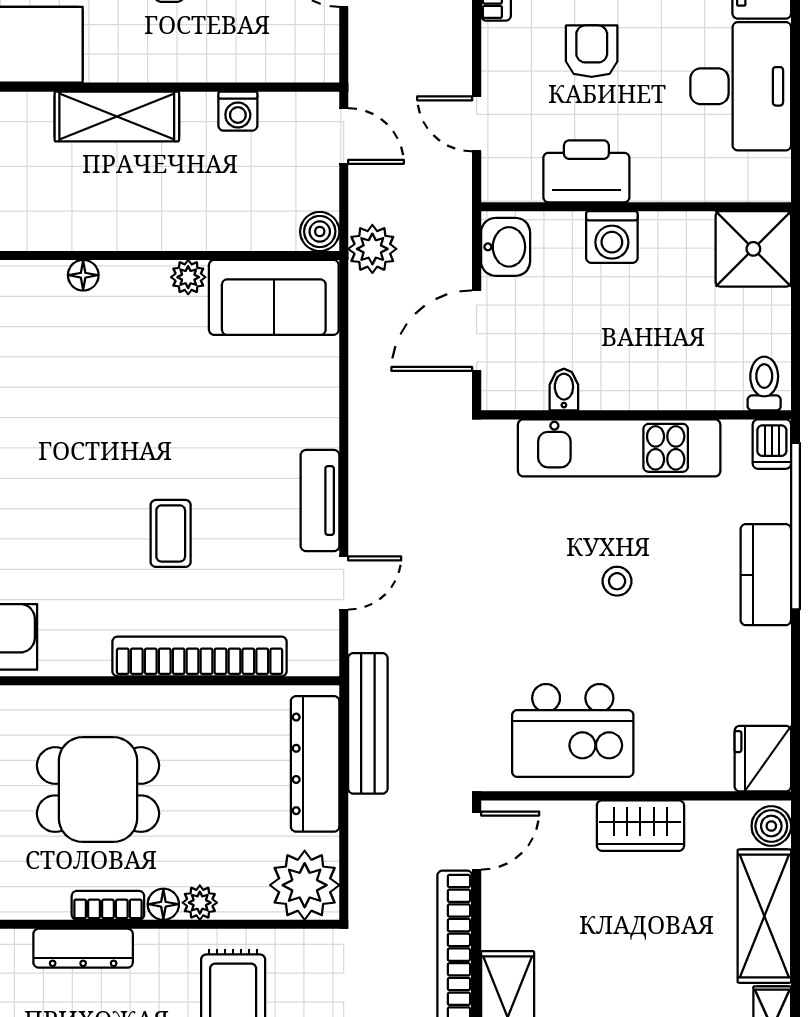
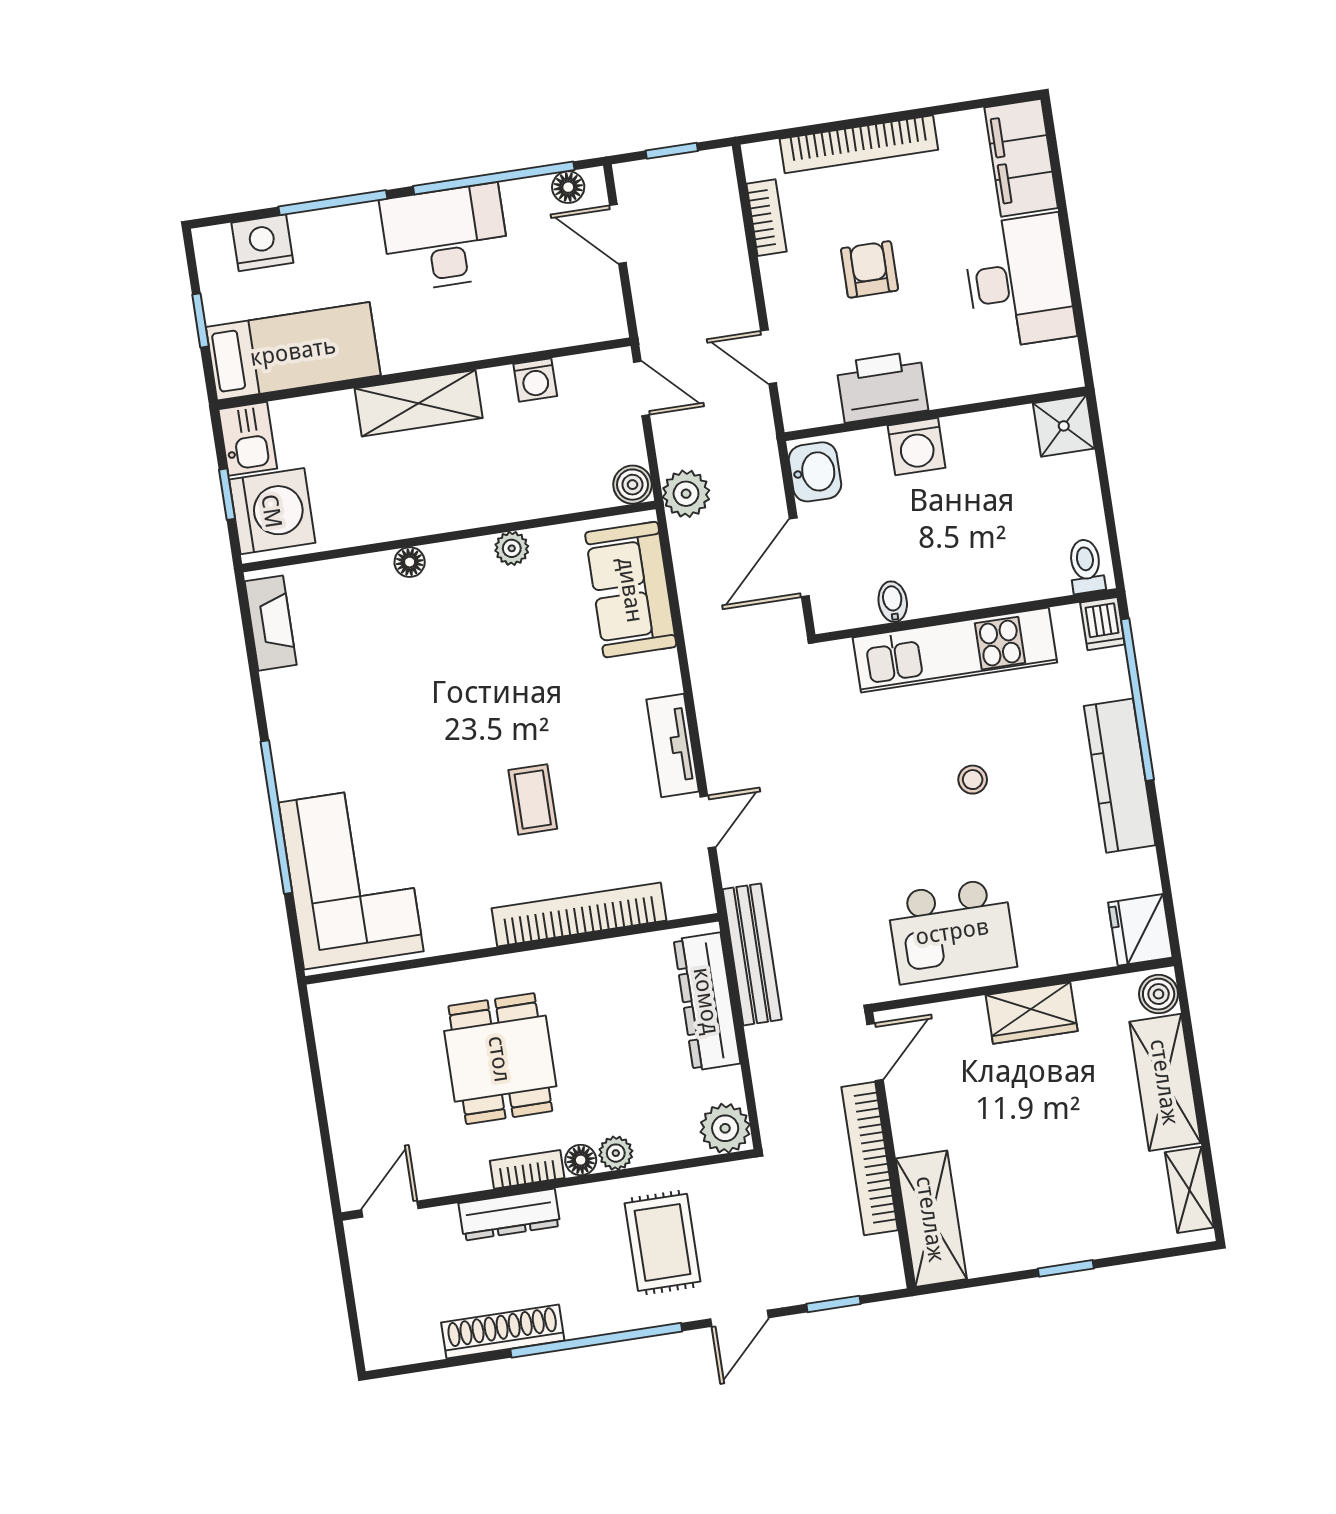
shower: (753, 249) -> (1064, 426), width x0.73, depth x0.73
sofa: (274, 297) -> (631, 590), moved, turned 90
kitchen counter: (766, 575) -> (1120, 776), width x1.50
dining table: (98, 790) -> (500, 1059), turned 90
plant: (305, 885) -> (725, 1128), width x0.73, depth x0.73

